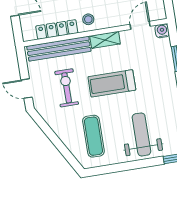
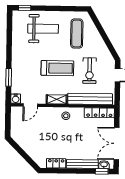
locker: (57, 29) -> (99, 113), moved
weight bench: (141, 134) -> (43, 29), turned -90

